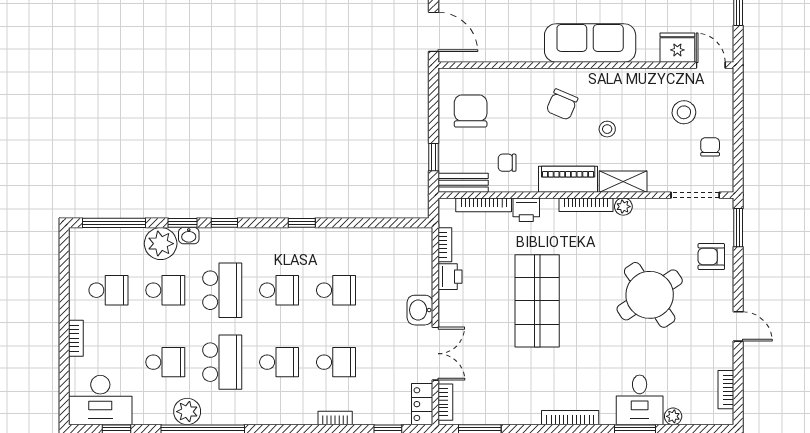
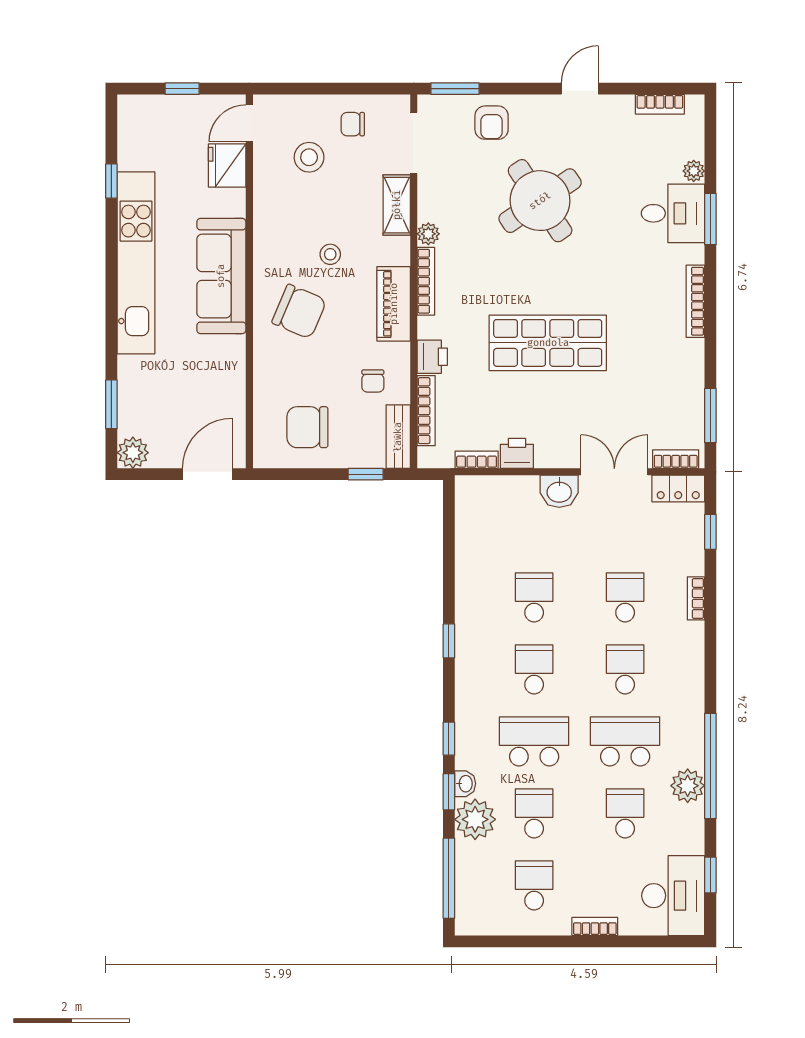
chair: (562, 105) -> (299, 311), width x1.37, depth x1.37
shelving: (623, 182) -> (397, 205), moved

